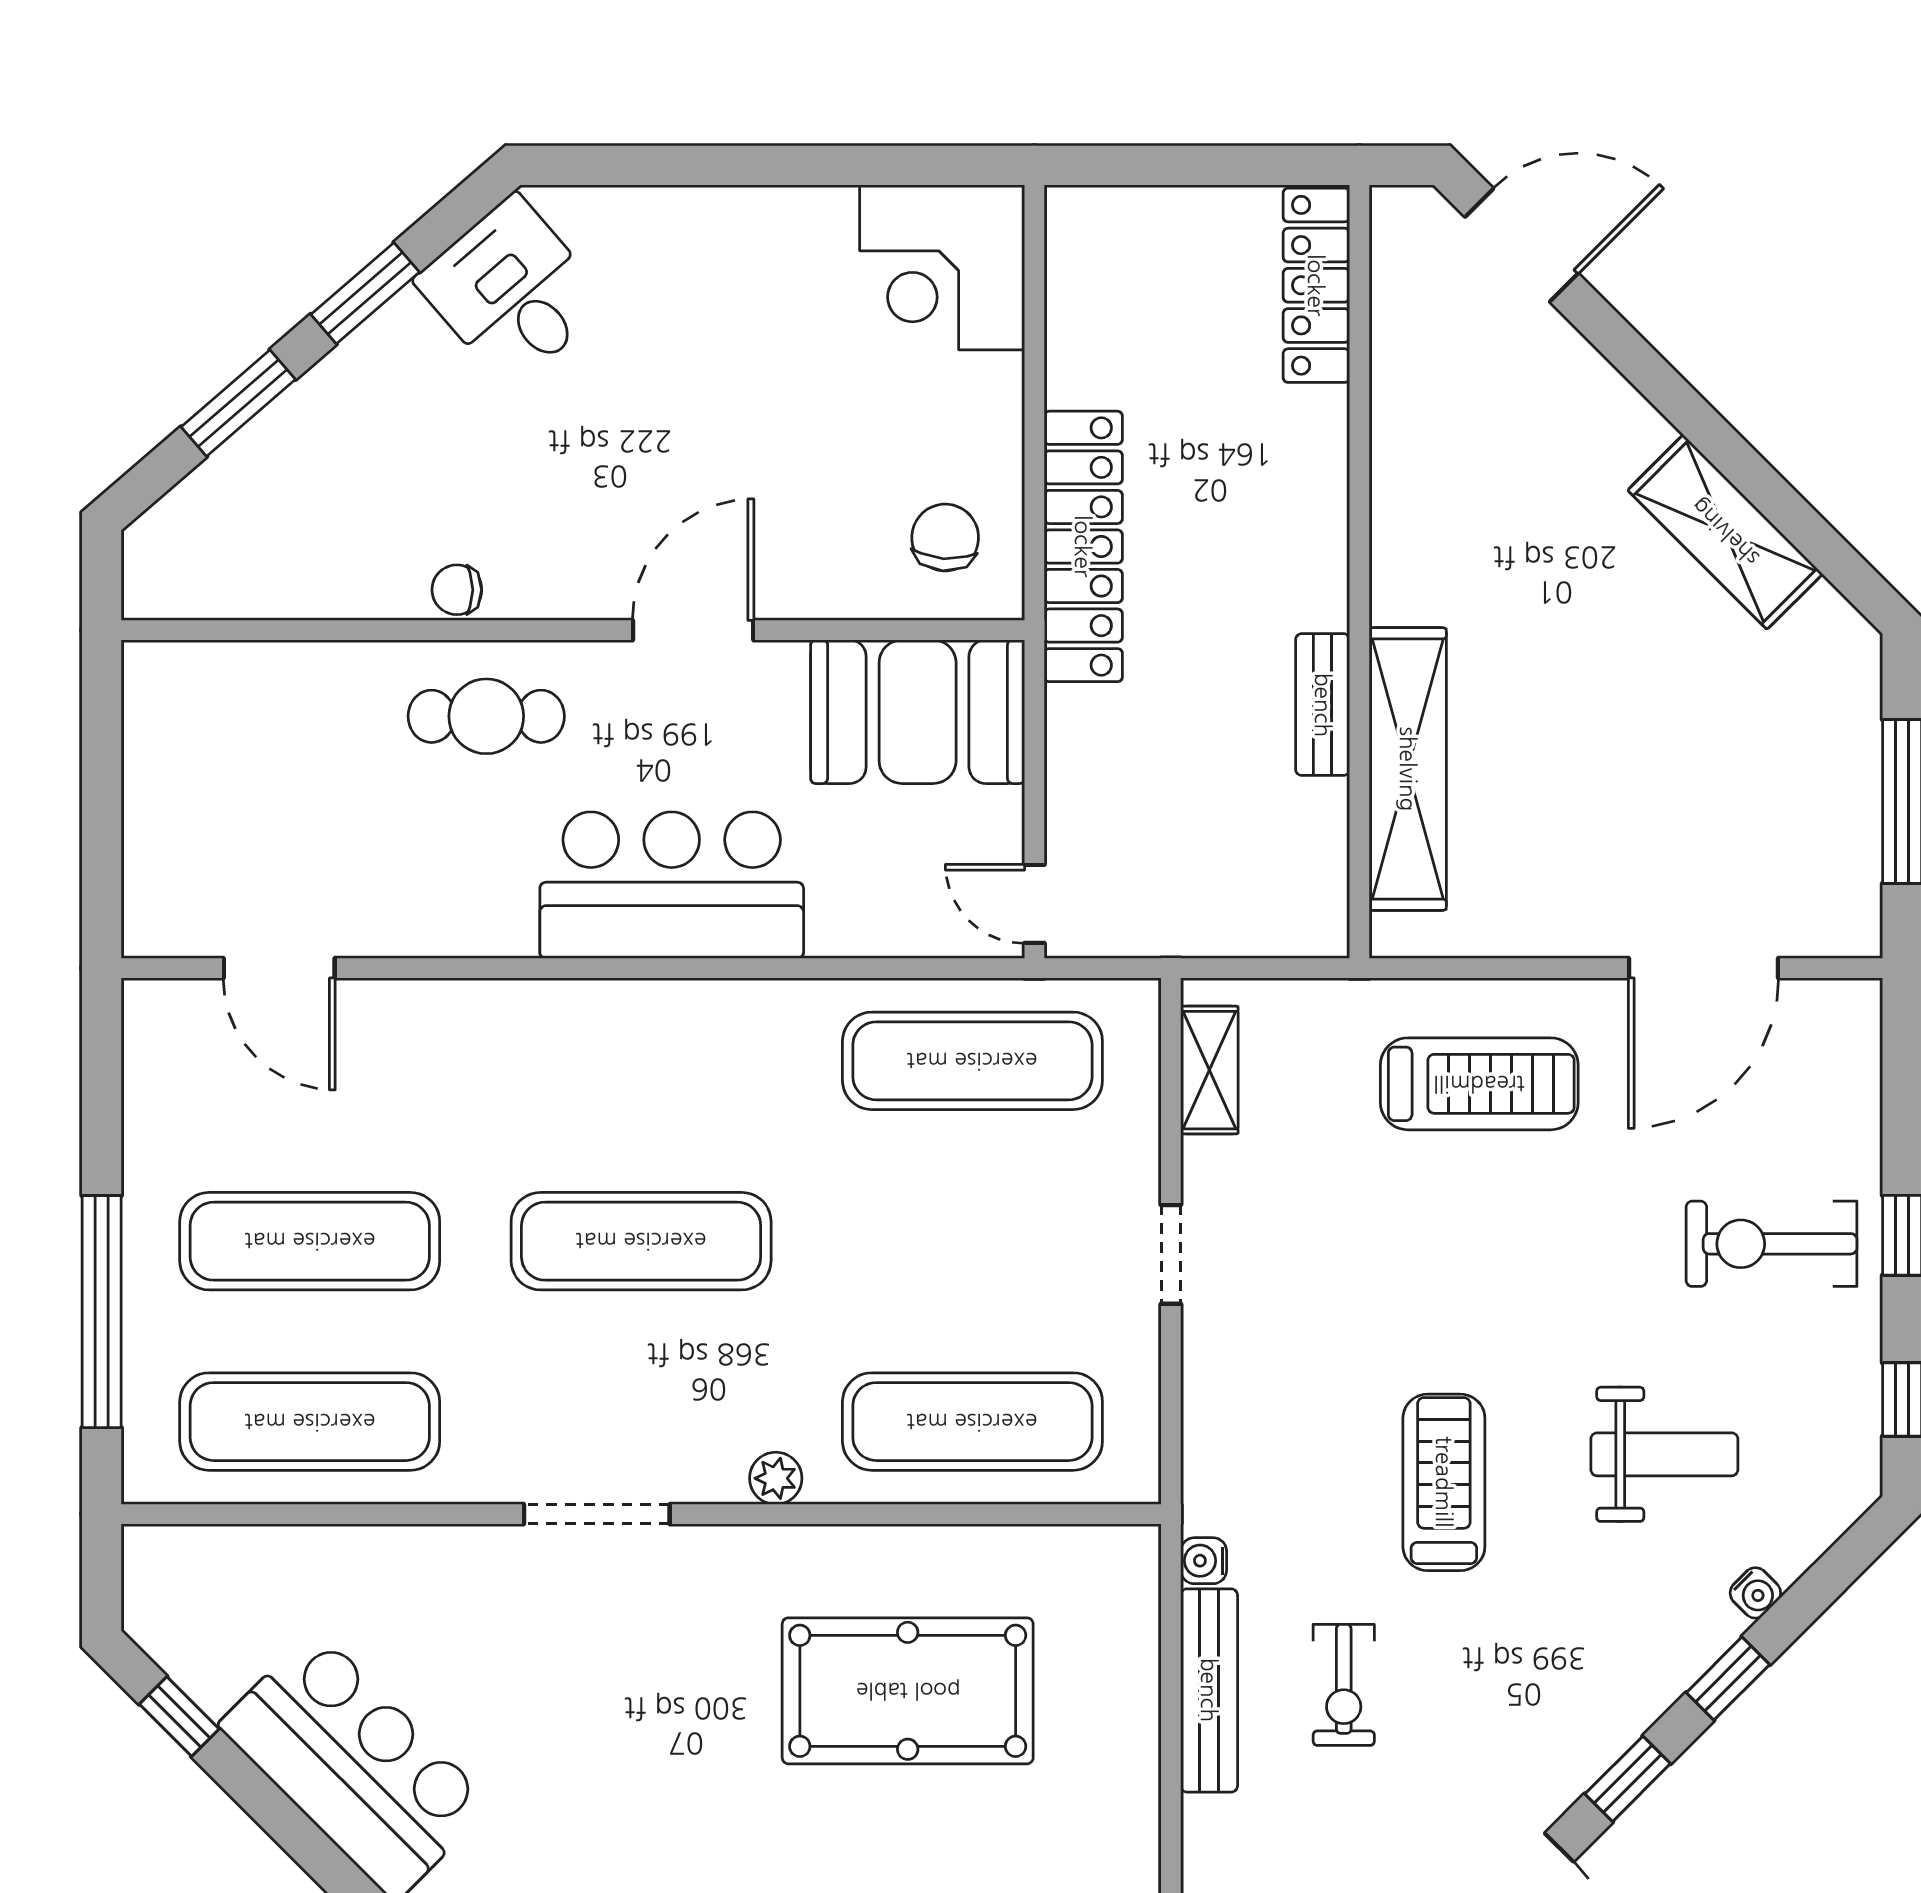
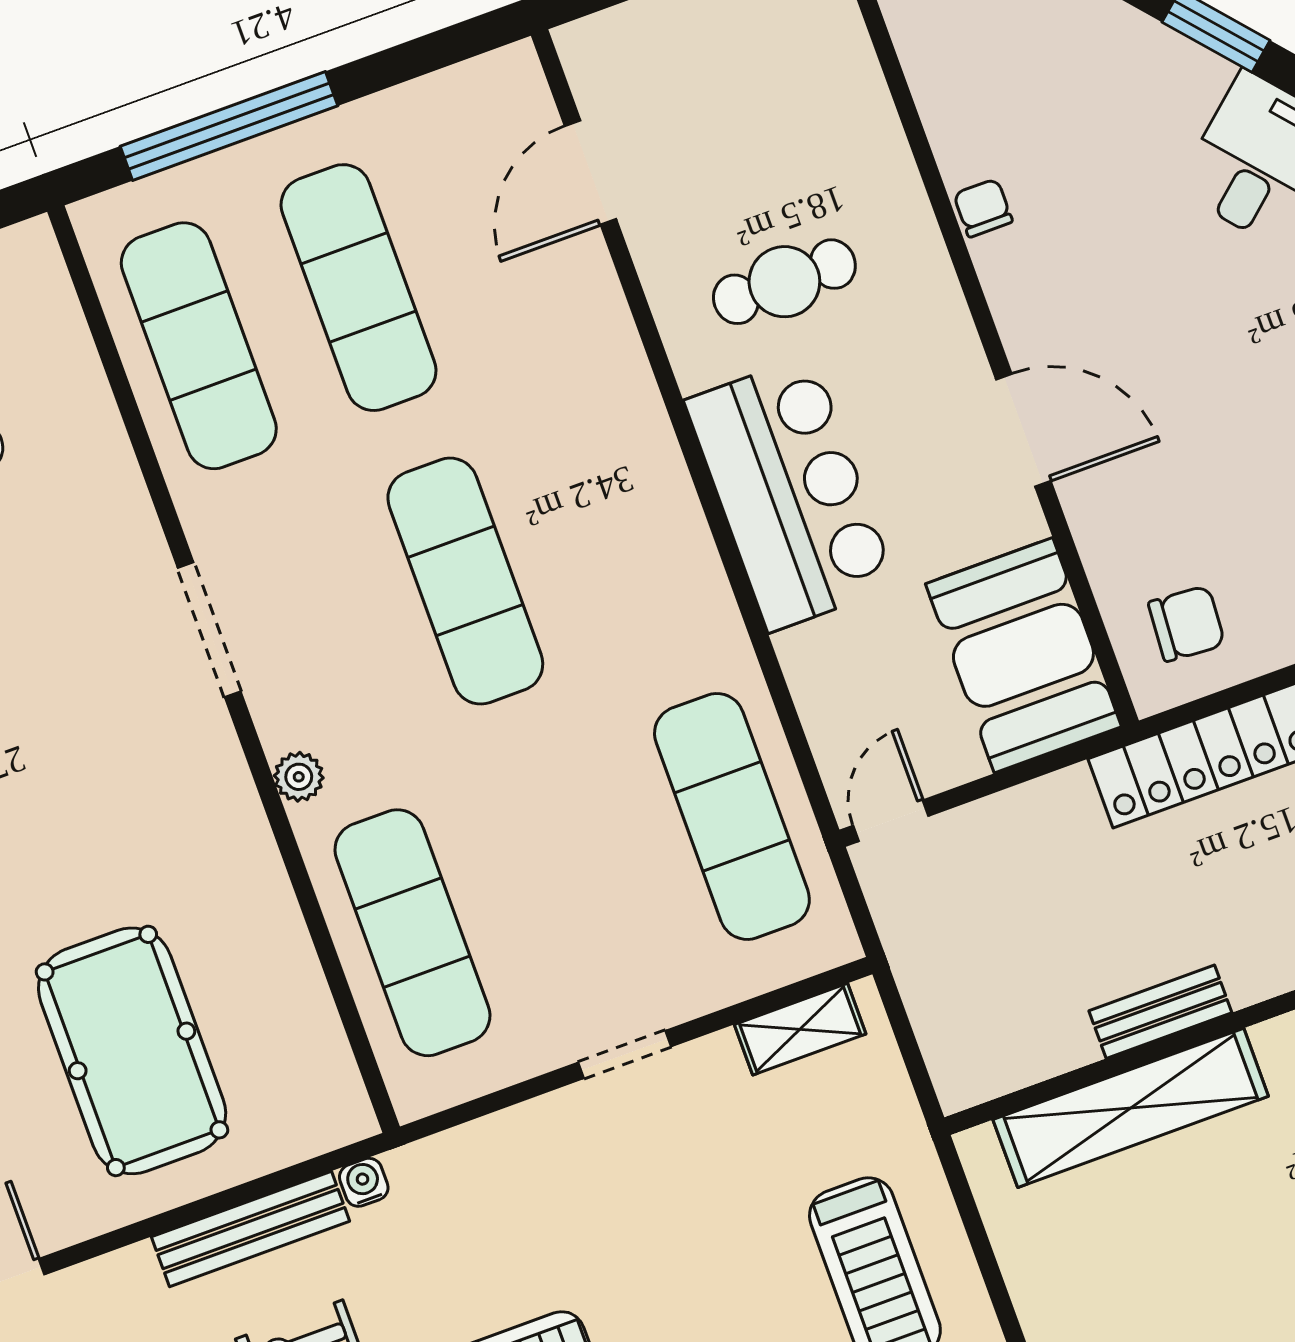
cafe table: (486, 716) -> (784, 282), moved, turned 90
pool table: (908, 1691) -> (132, 1051), moved

